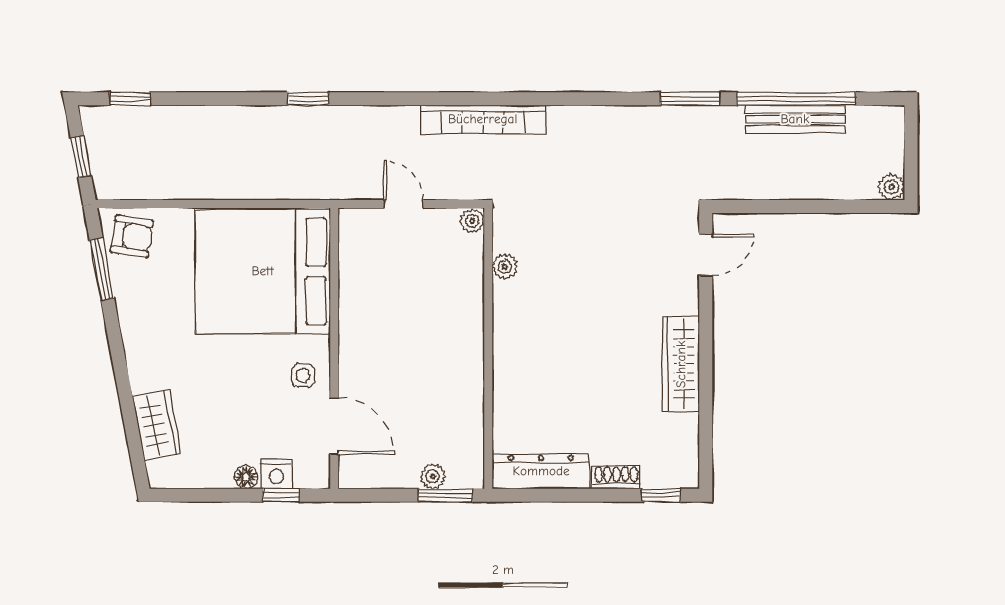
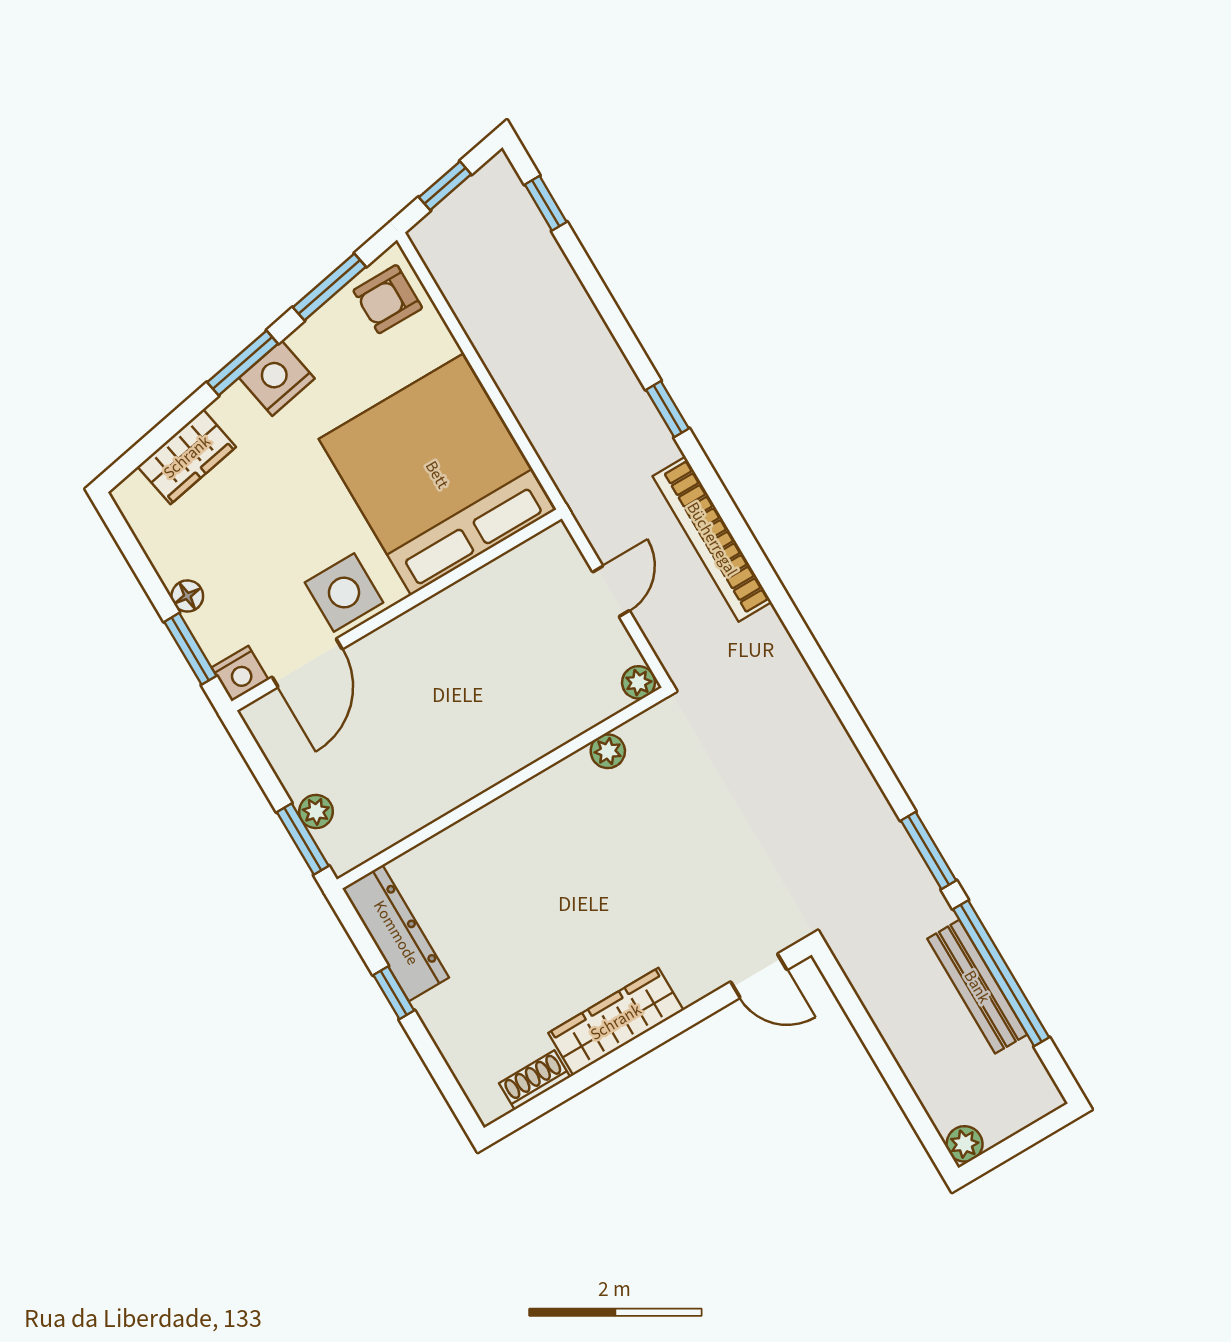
bookcase: (483, 119) -> (712, 539), moved
armchair: (132, 236) -> (388, 299), turned 81
nightstand: (140, 337) -> (277, 378), added
window: (118, 354) -> (243, 363), added
side table: (303, 375) -> (344, 593), width x1.87, depth x1.87
nightstand: (276, 474) -> (240, 674), moved, turned -90
shoe rack: (616, 477) -> (535, 1080), moved, turned -90
window: (281, 495) -> (190, 649), width x1.50
window: (661, 495) -> (394, 993), moved

